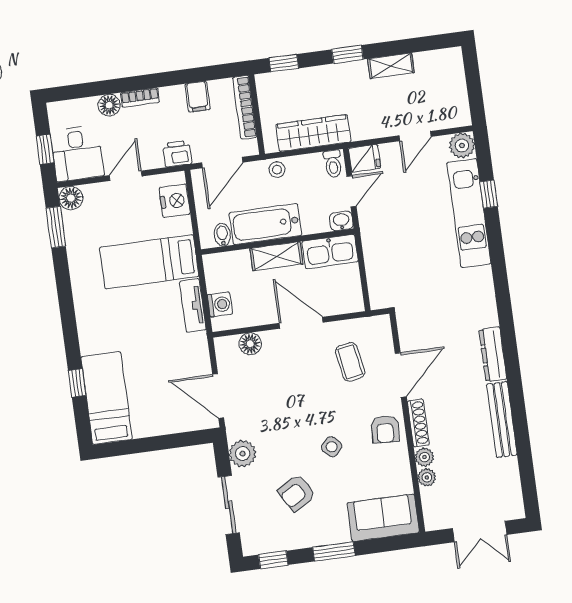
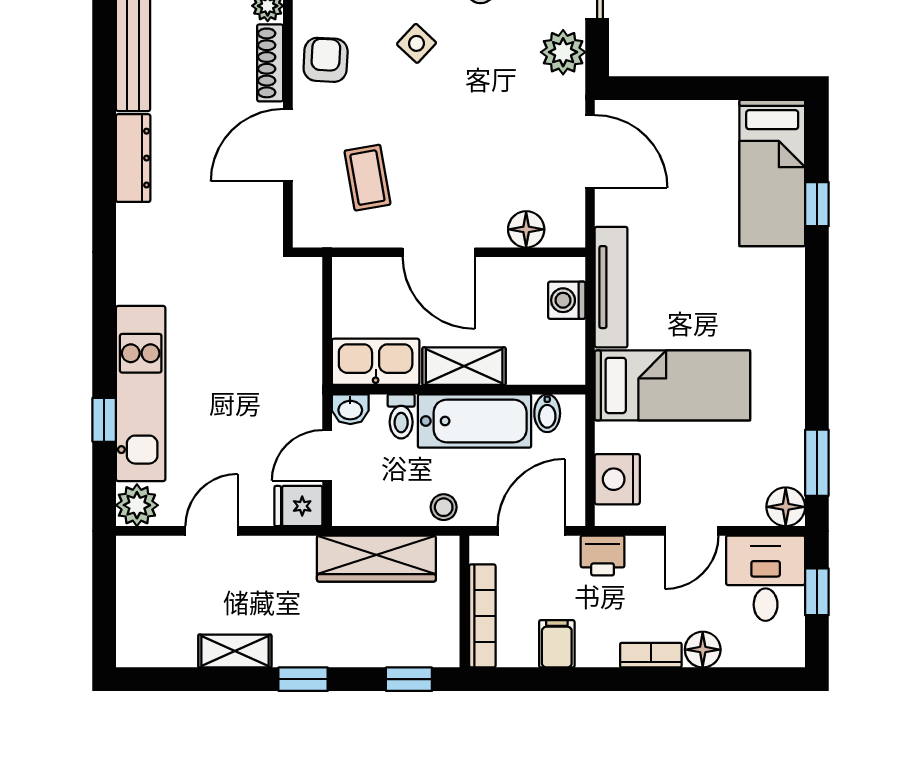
toilet: (333, 164) -> (401, 416), moved, turned 180
tv unit: (193, 305) -> (611, 287), width x1.41

